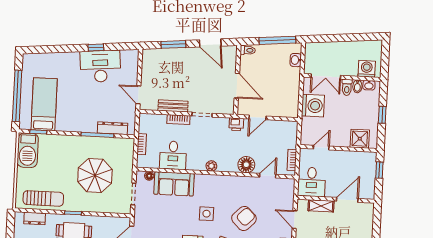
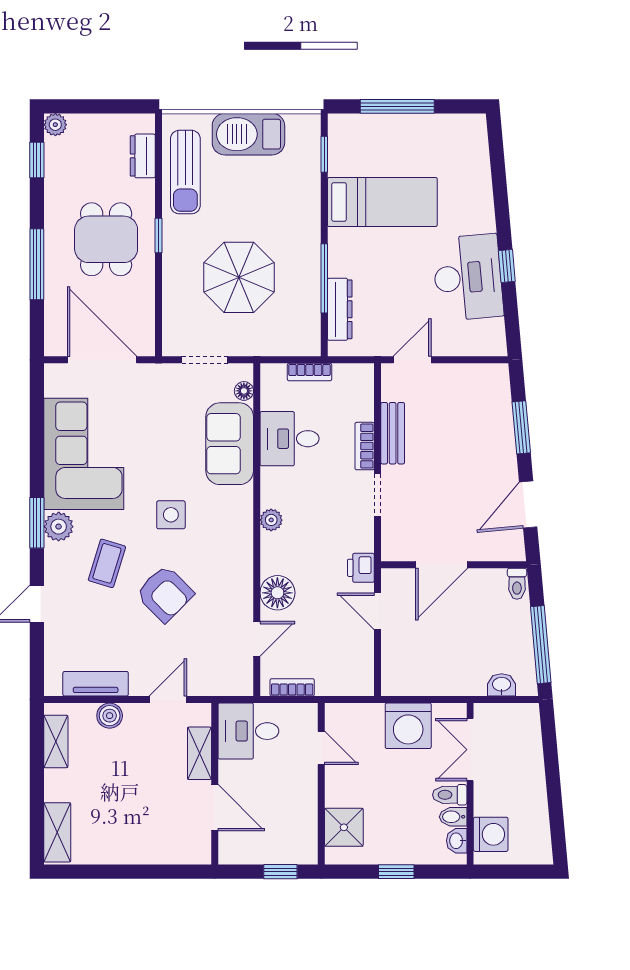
window: (17, 96) -> (397, 106), width x0.68
bed: (44, 104) -> (382, 202), moved
barbecue: (28, 150) -> (248, 134), moved
door: (268, 176) -> (257, 639), hinge flipped

